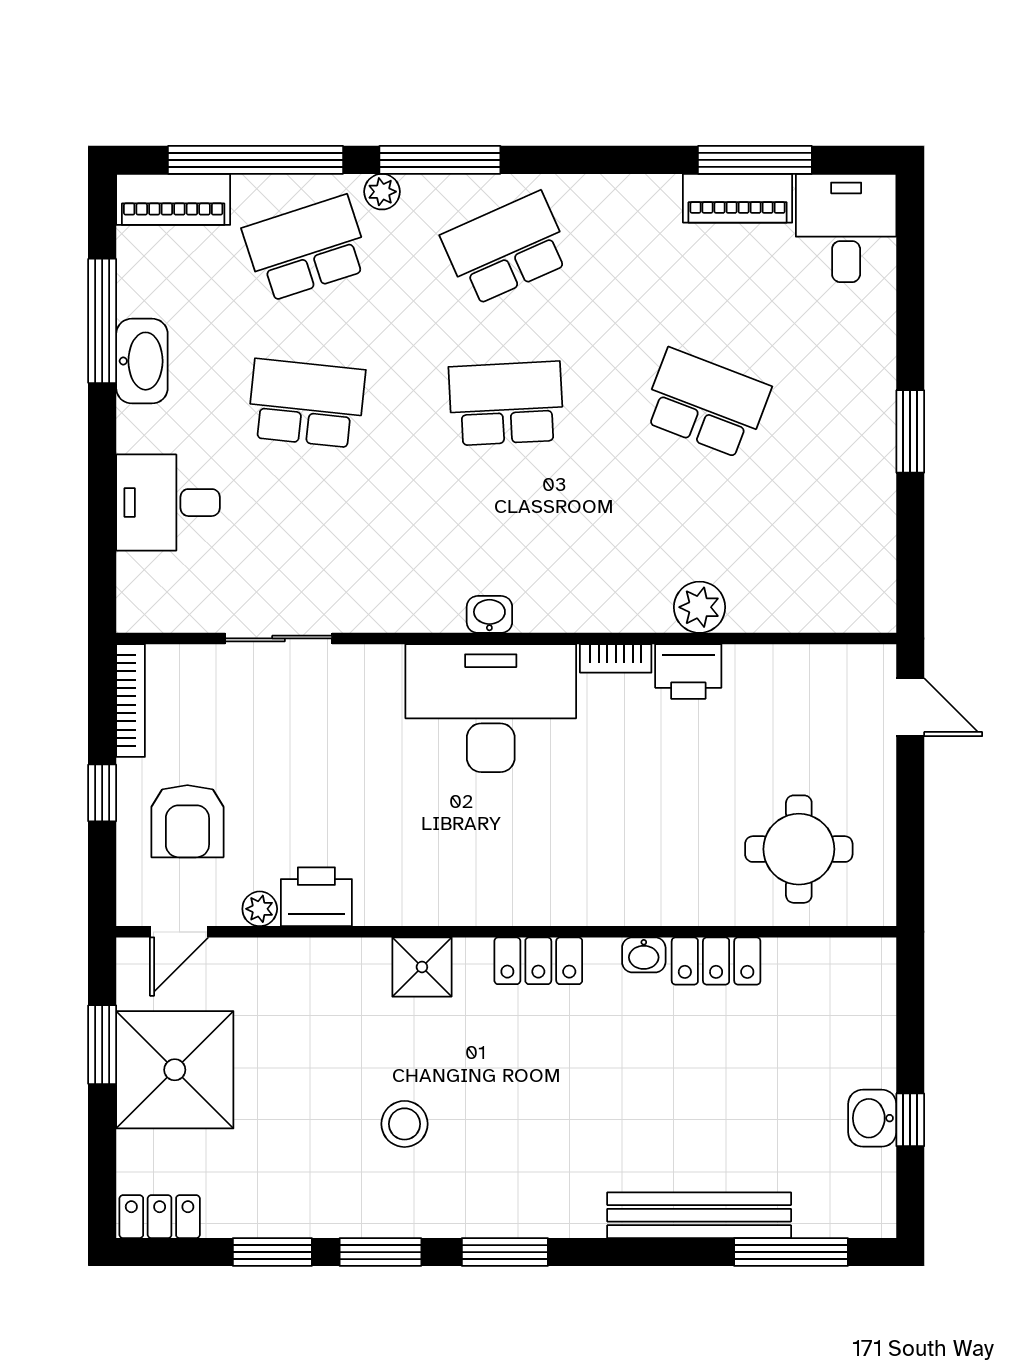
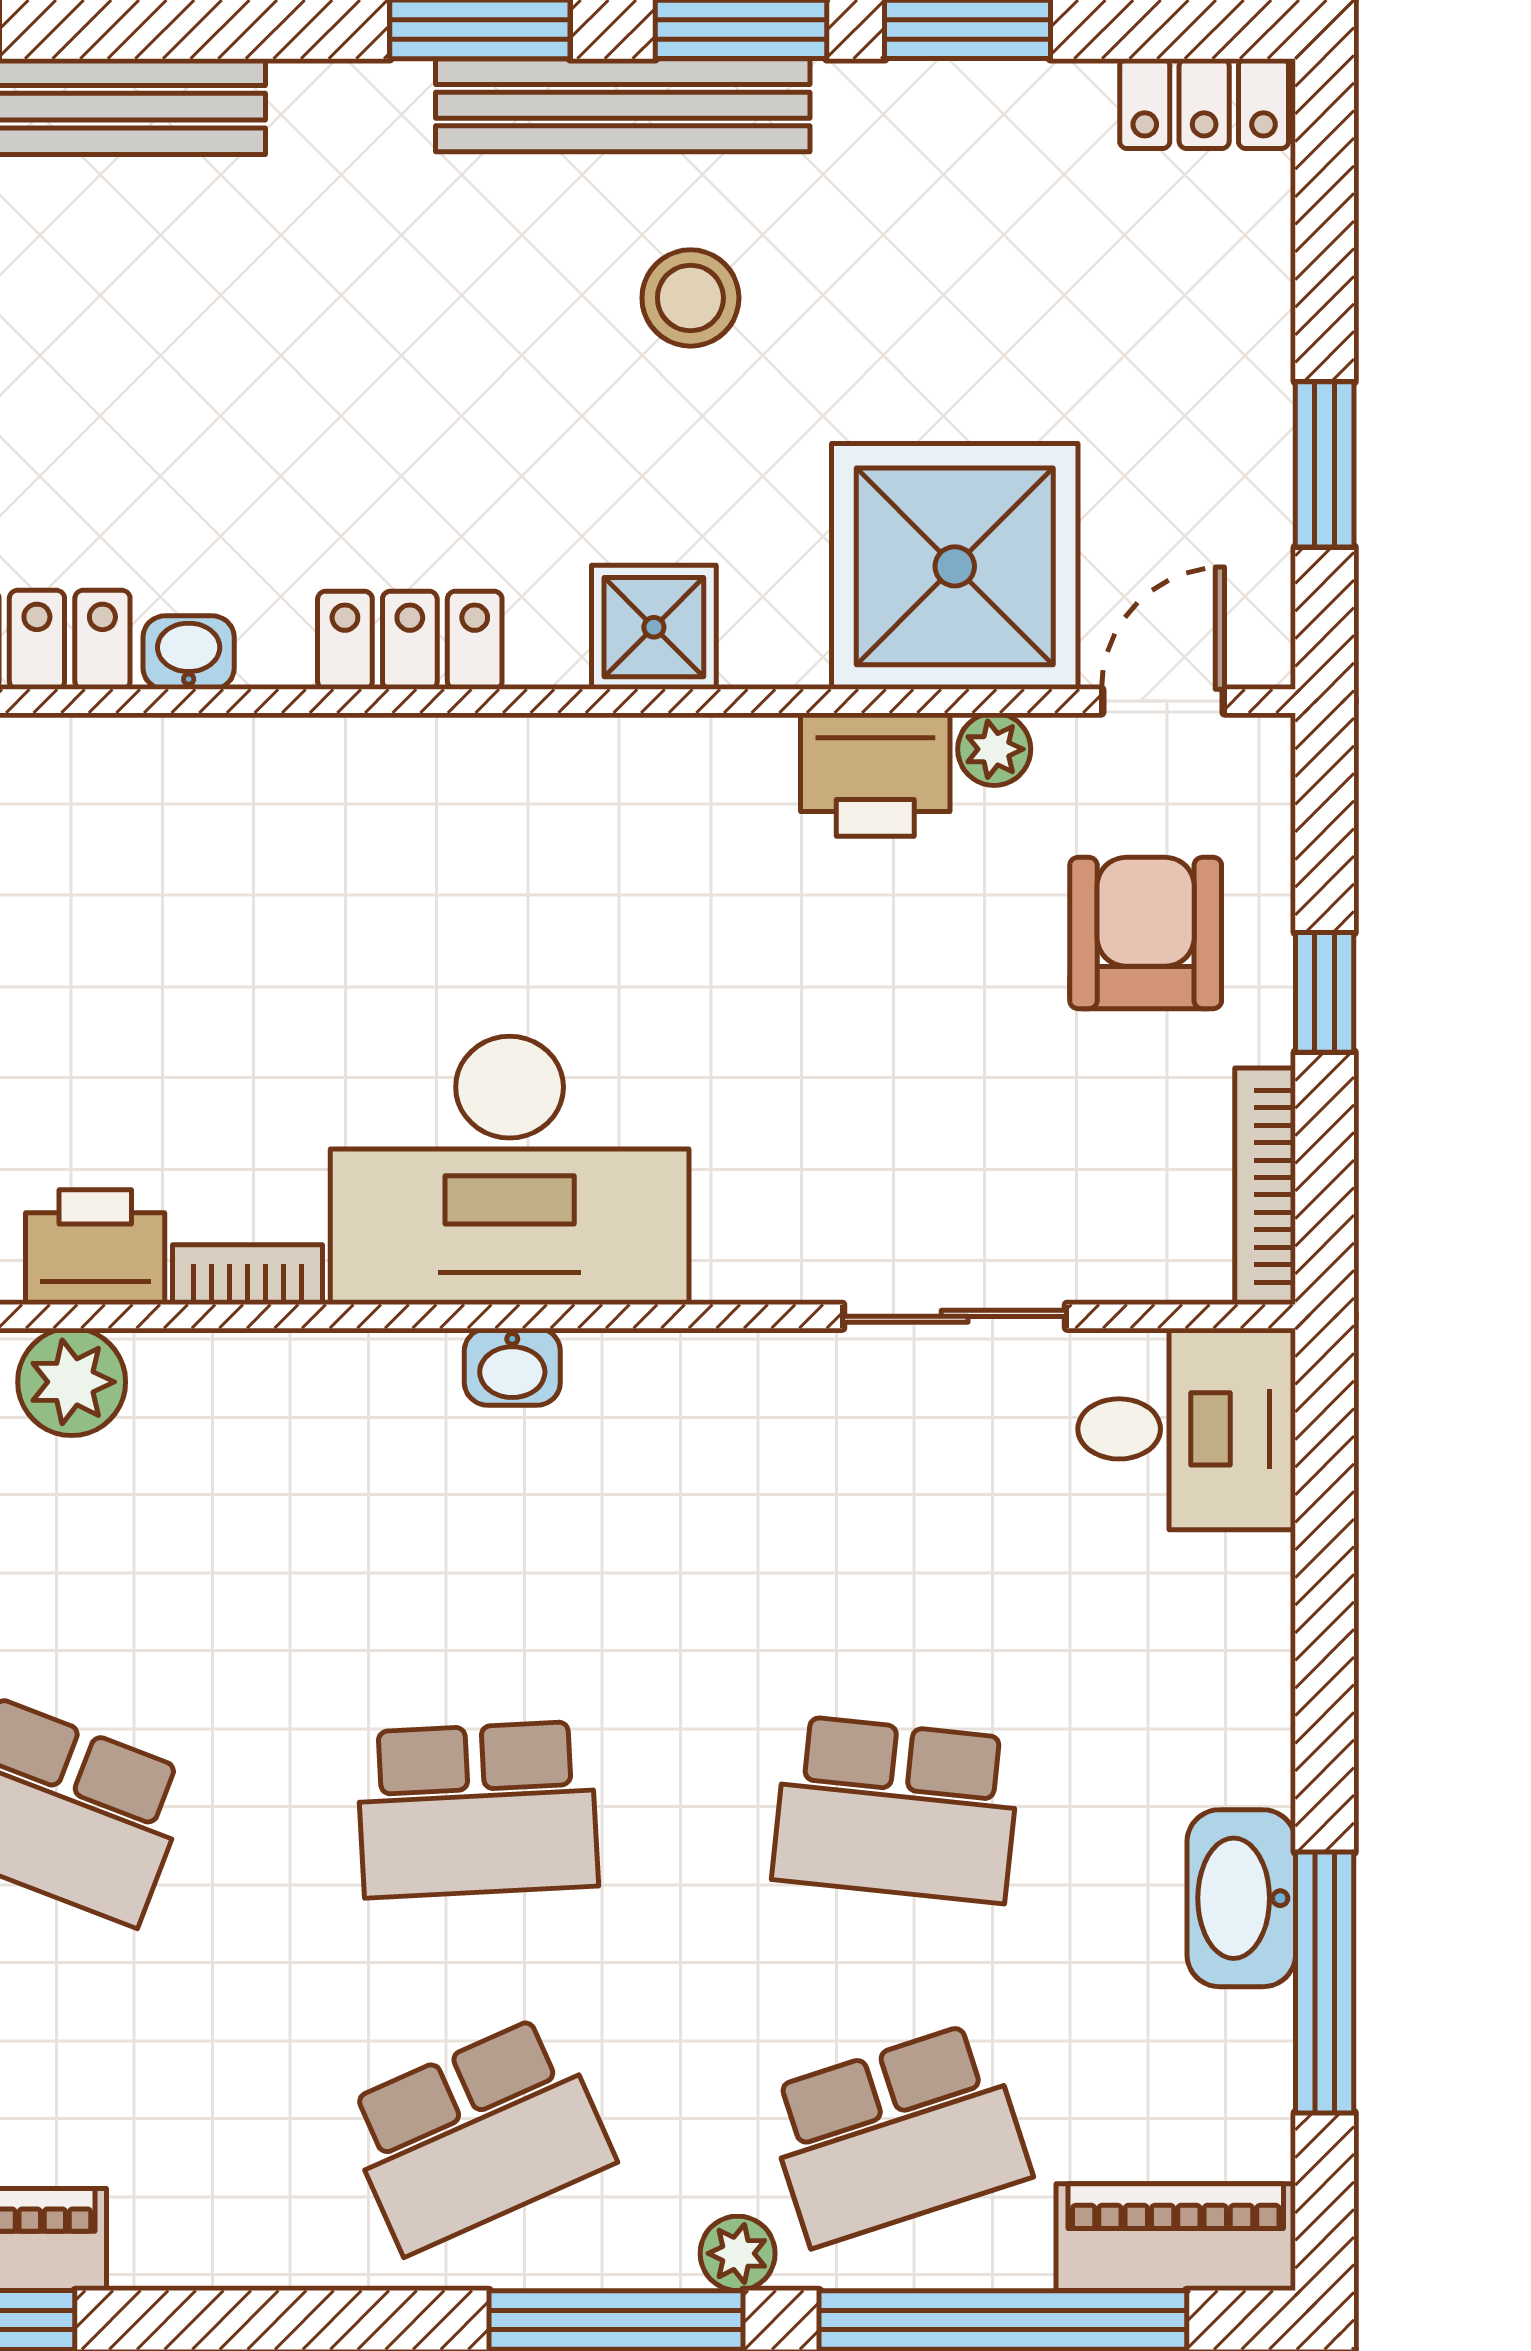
desk: (168, 503) -> (1187, 1429), moved
shower: (175, 1070) -> (955, 566), moved
bench: (437, 1216) -> (623, 105), added

